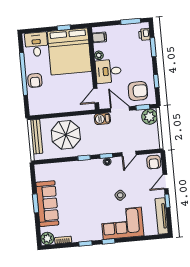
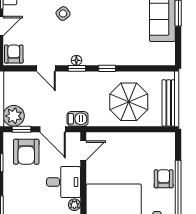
armchair: (138, 91) -> (26, 152), turned -90
door: (129, 154) -> (46, 68), swing flipped

